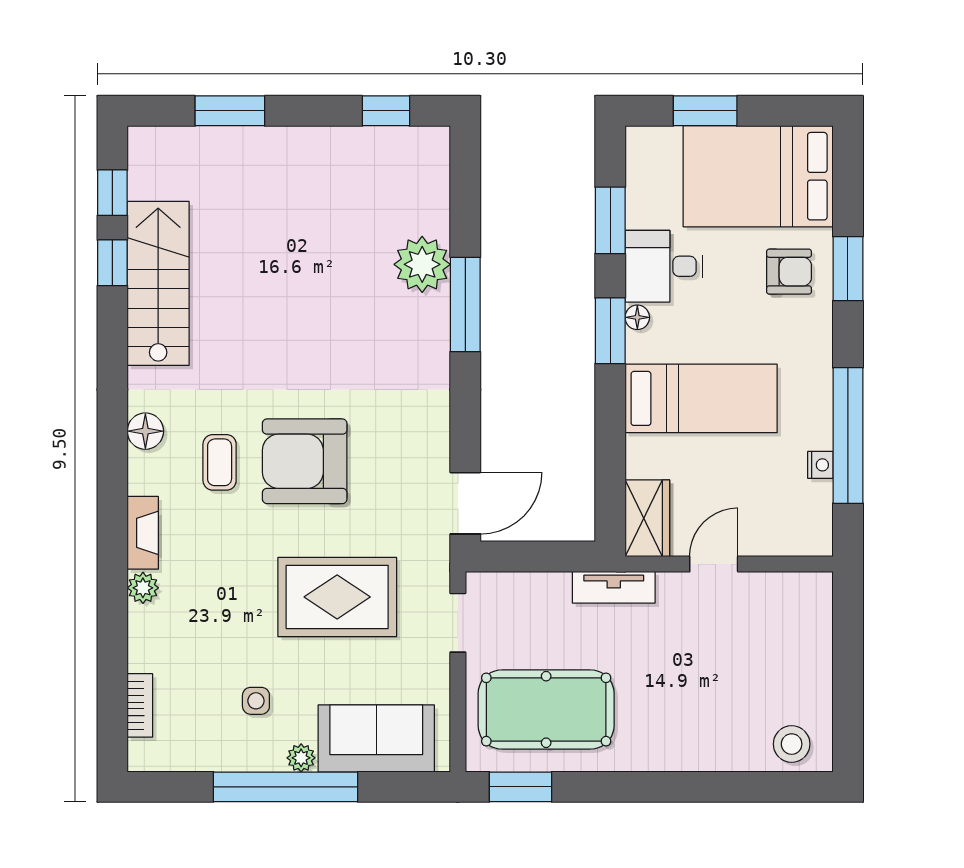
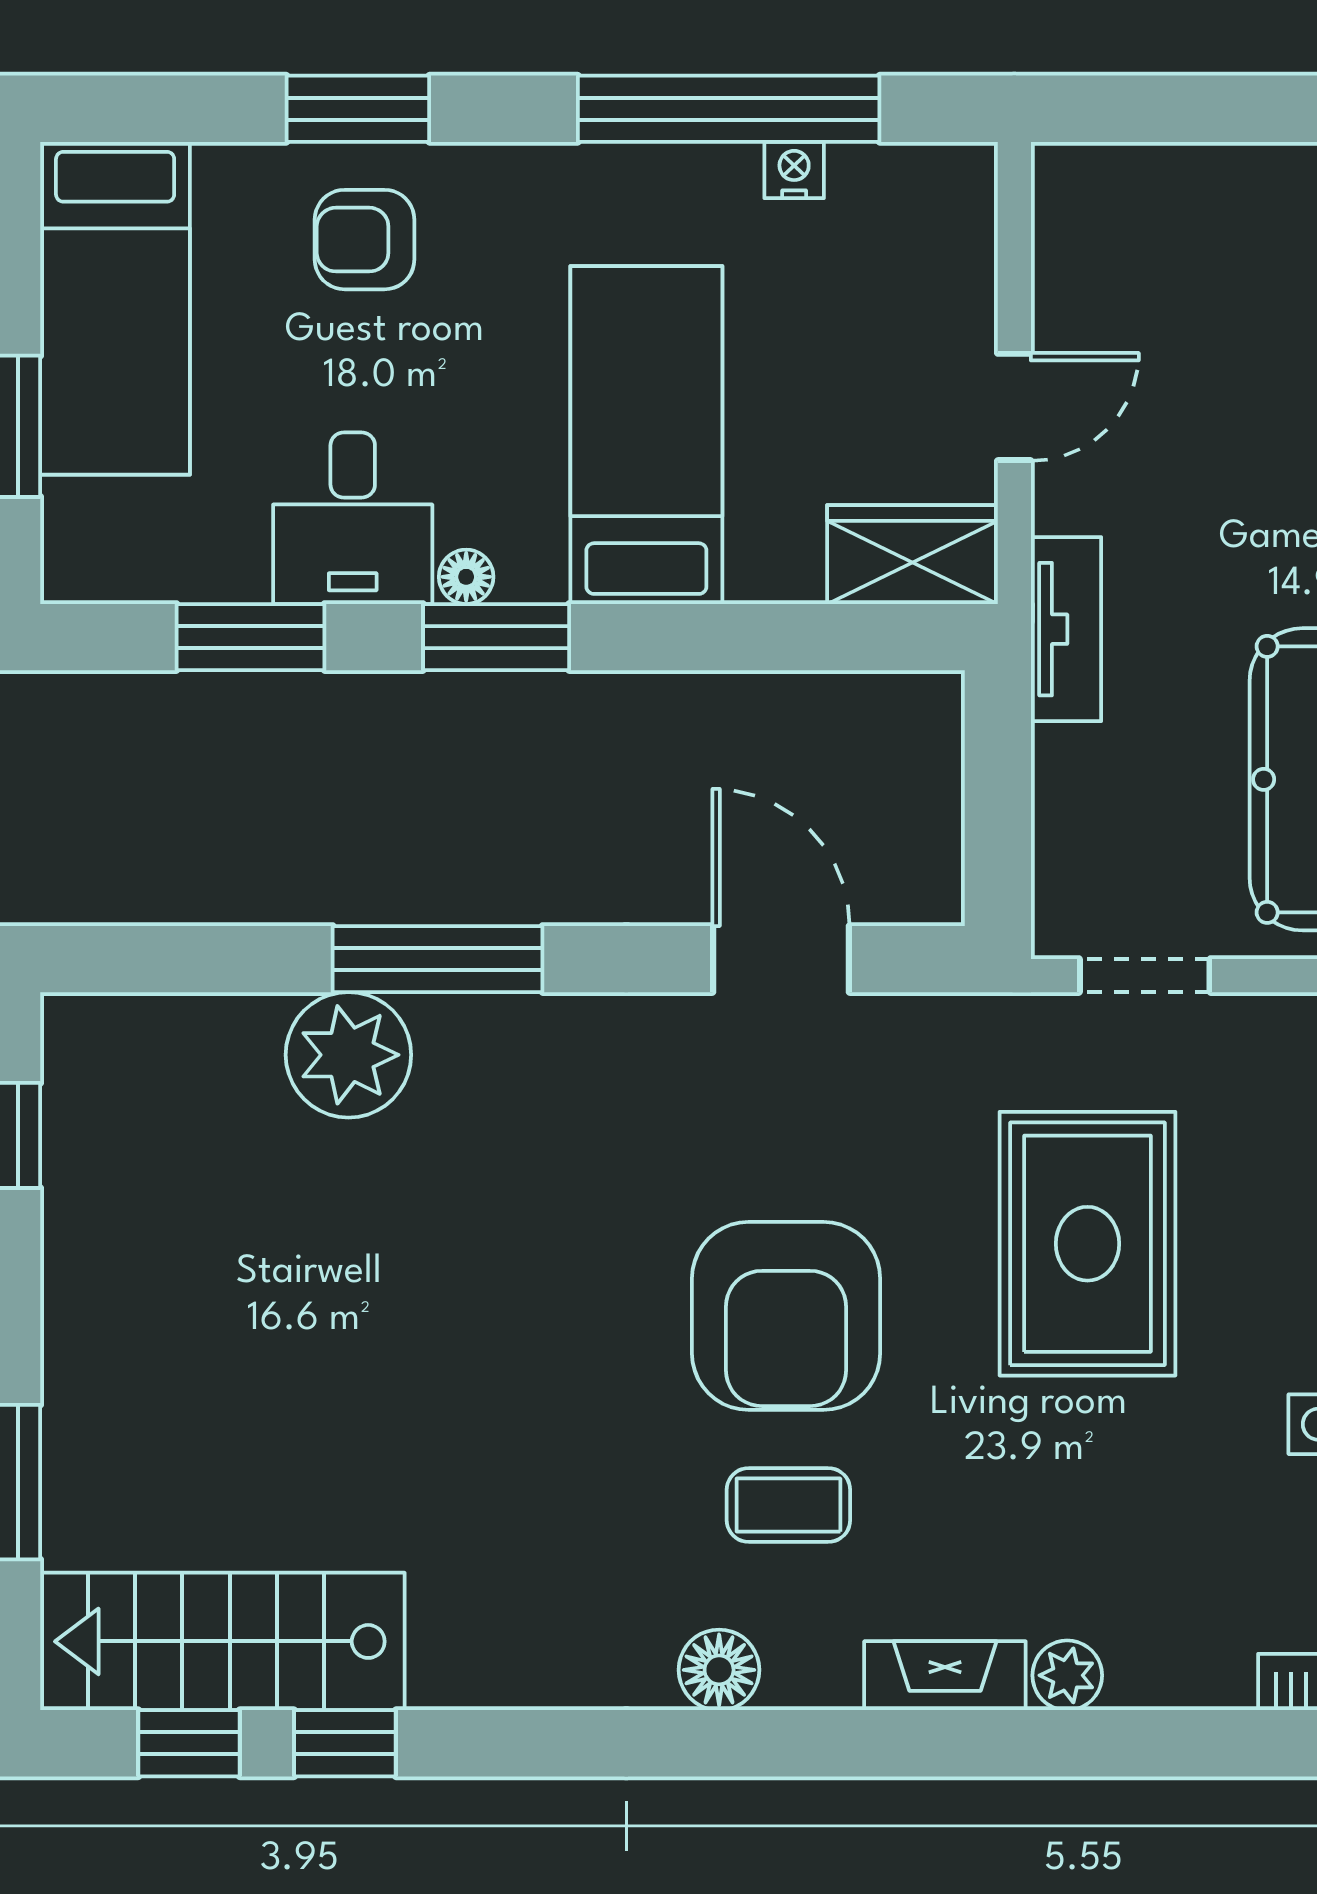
bed: (758, 176) -> (115, 308), width x0.67
armchair: (789, 272) -> (365, 240), turned -90
stairs: (158, 283) -> (222, 1641), moved
door: (465, 503) -> (781, 959), moved
door: (714, 564) -> (1014, 407), swing flipped

